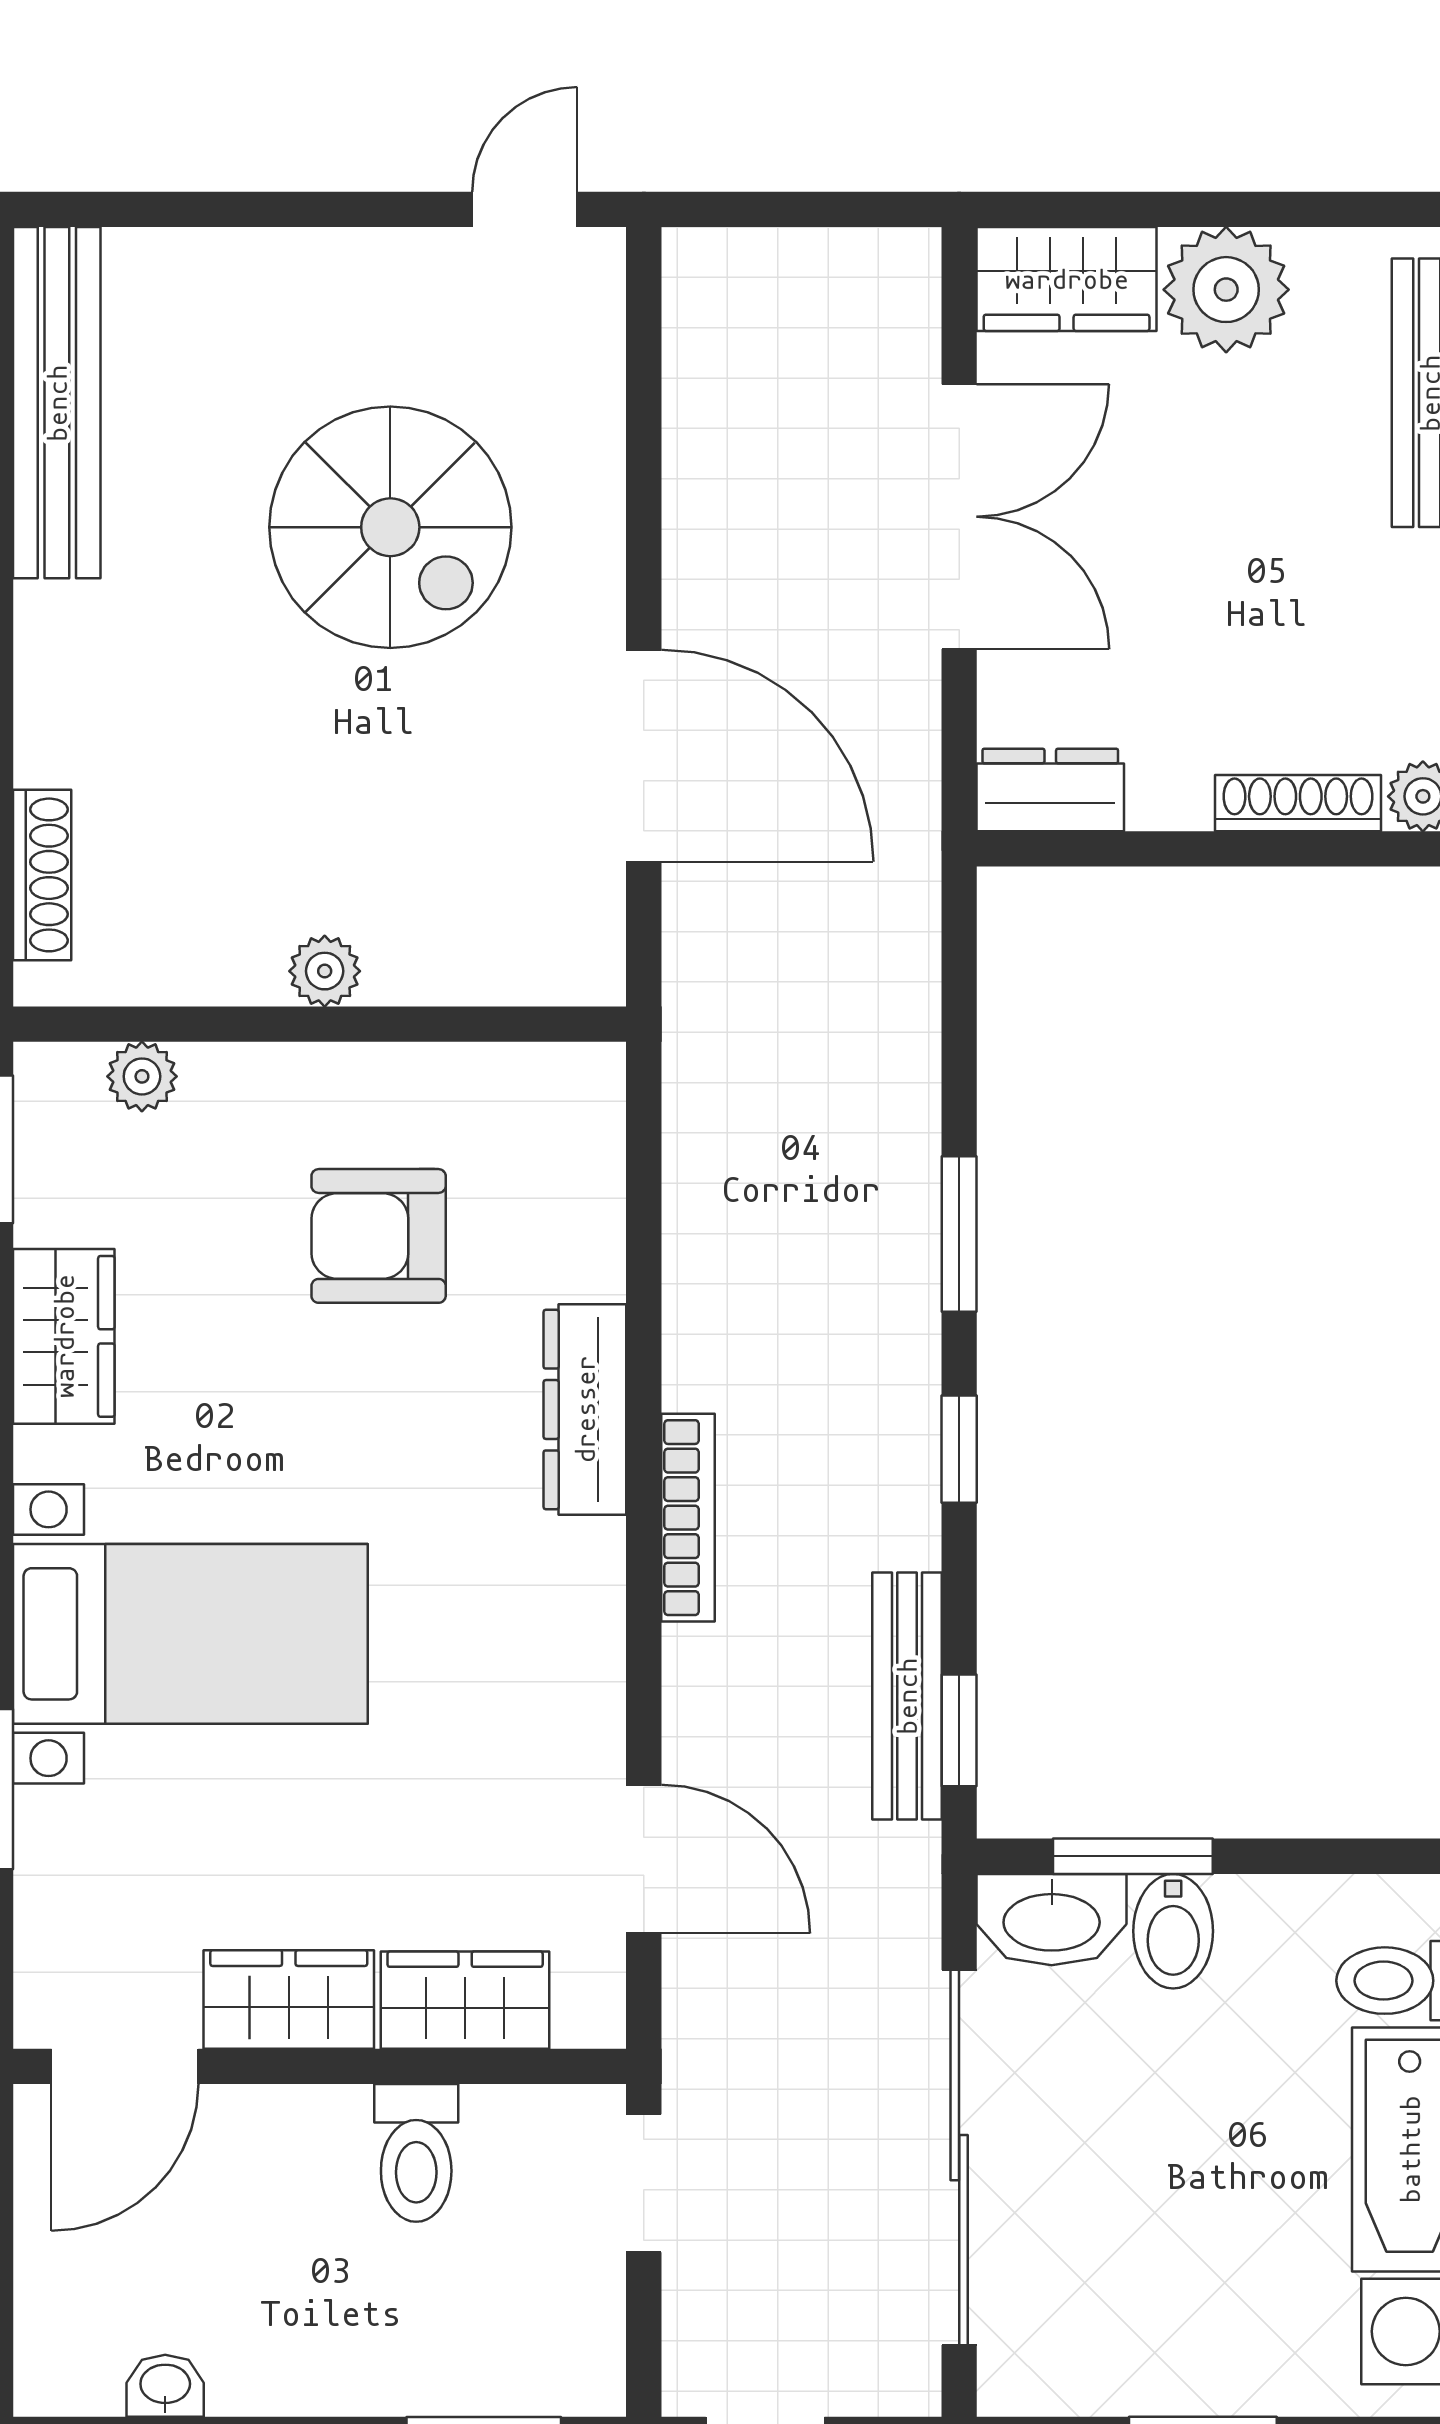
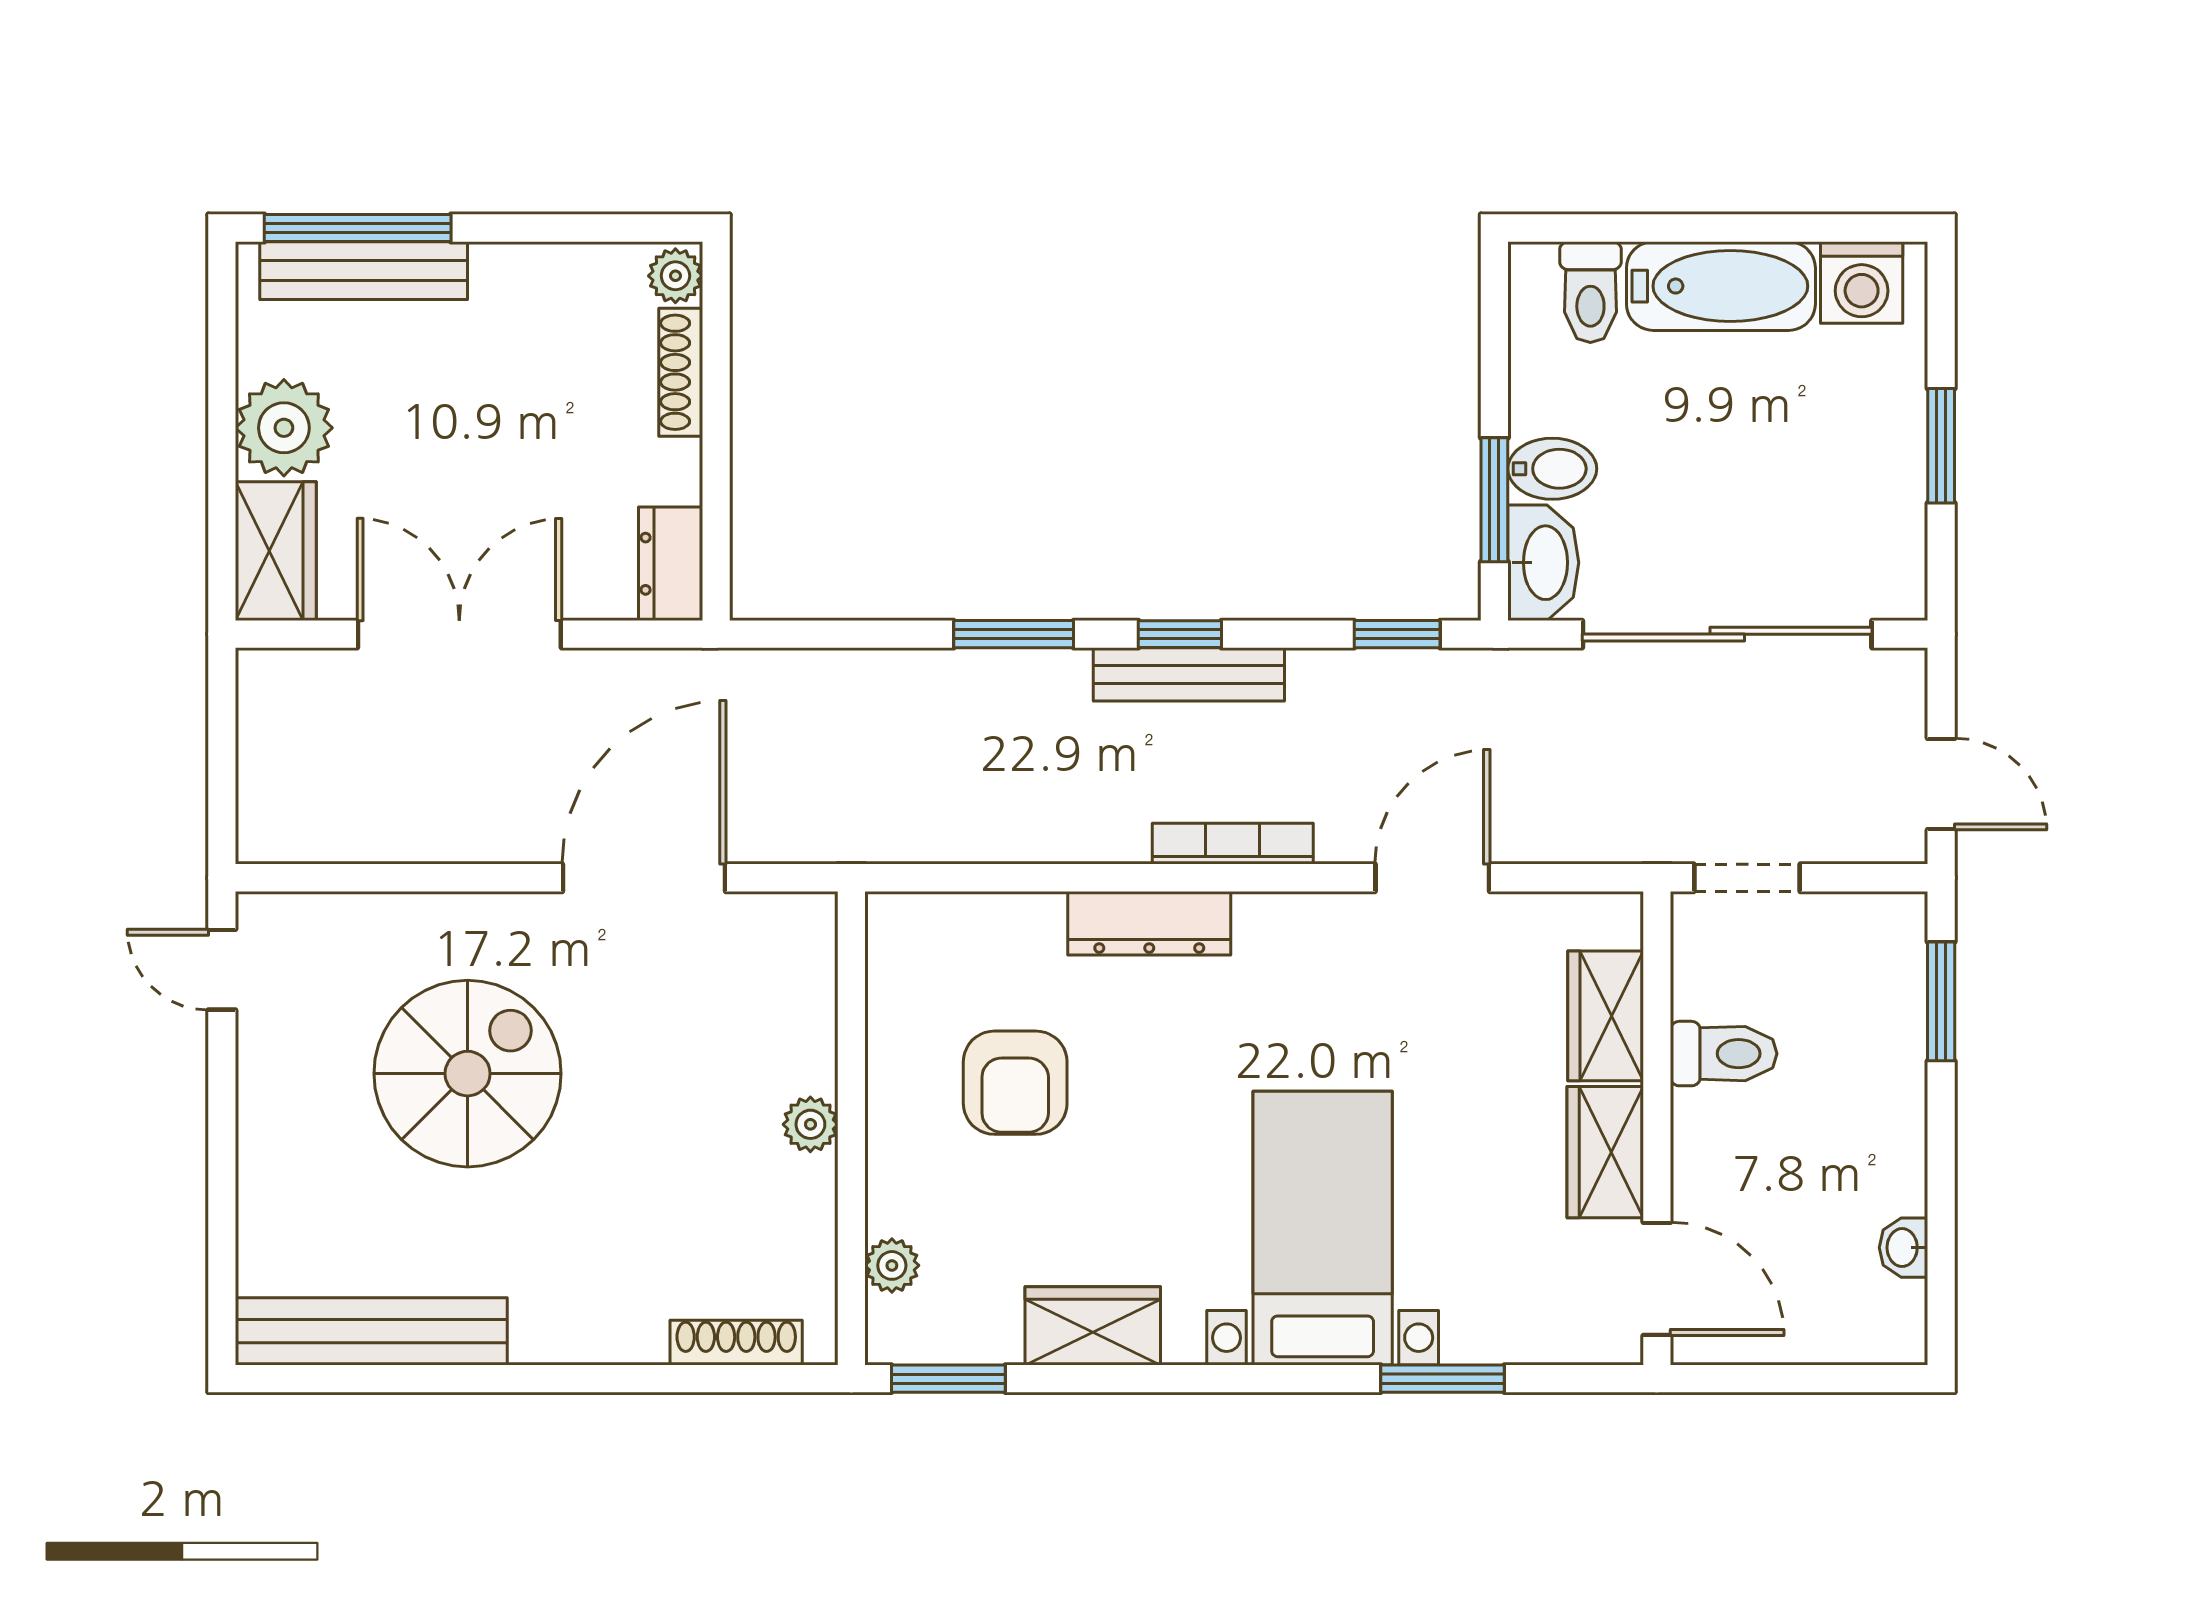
bench: (907, 1696) -> (1189, 674), moved
door: (644, 1859) -> (1432, 878), moved

